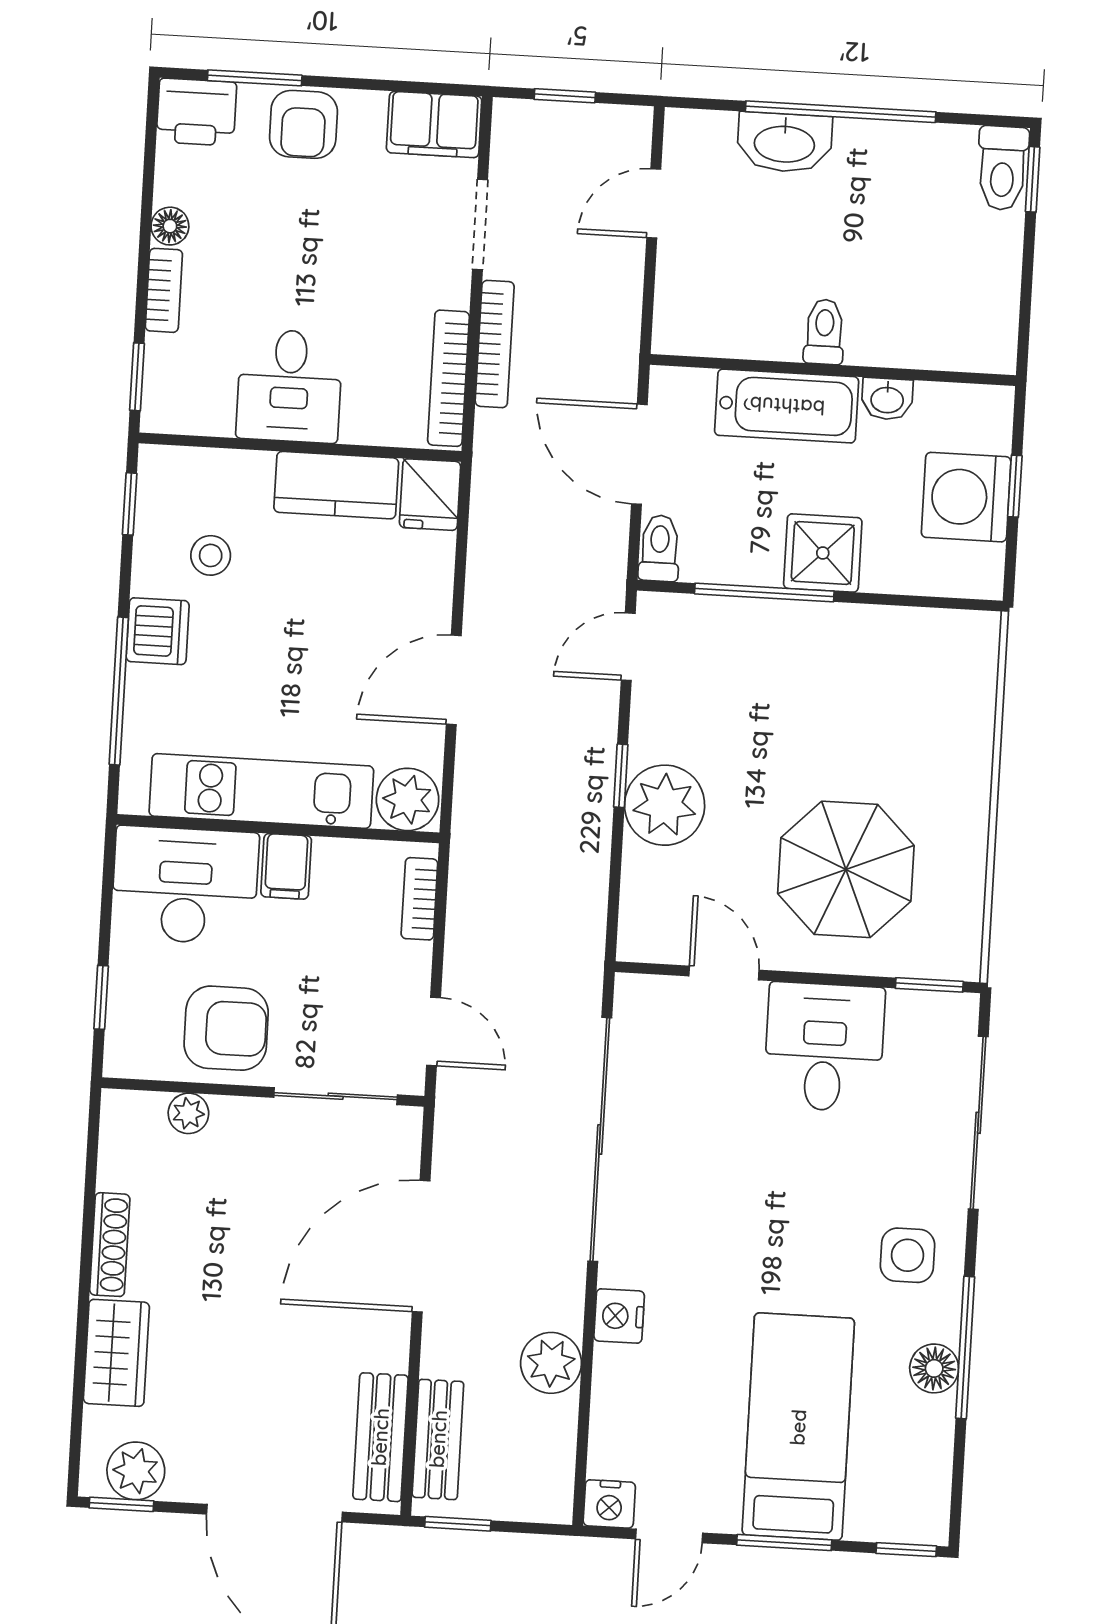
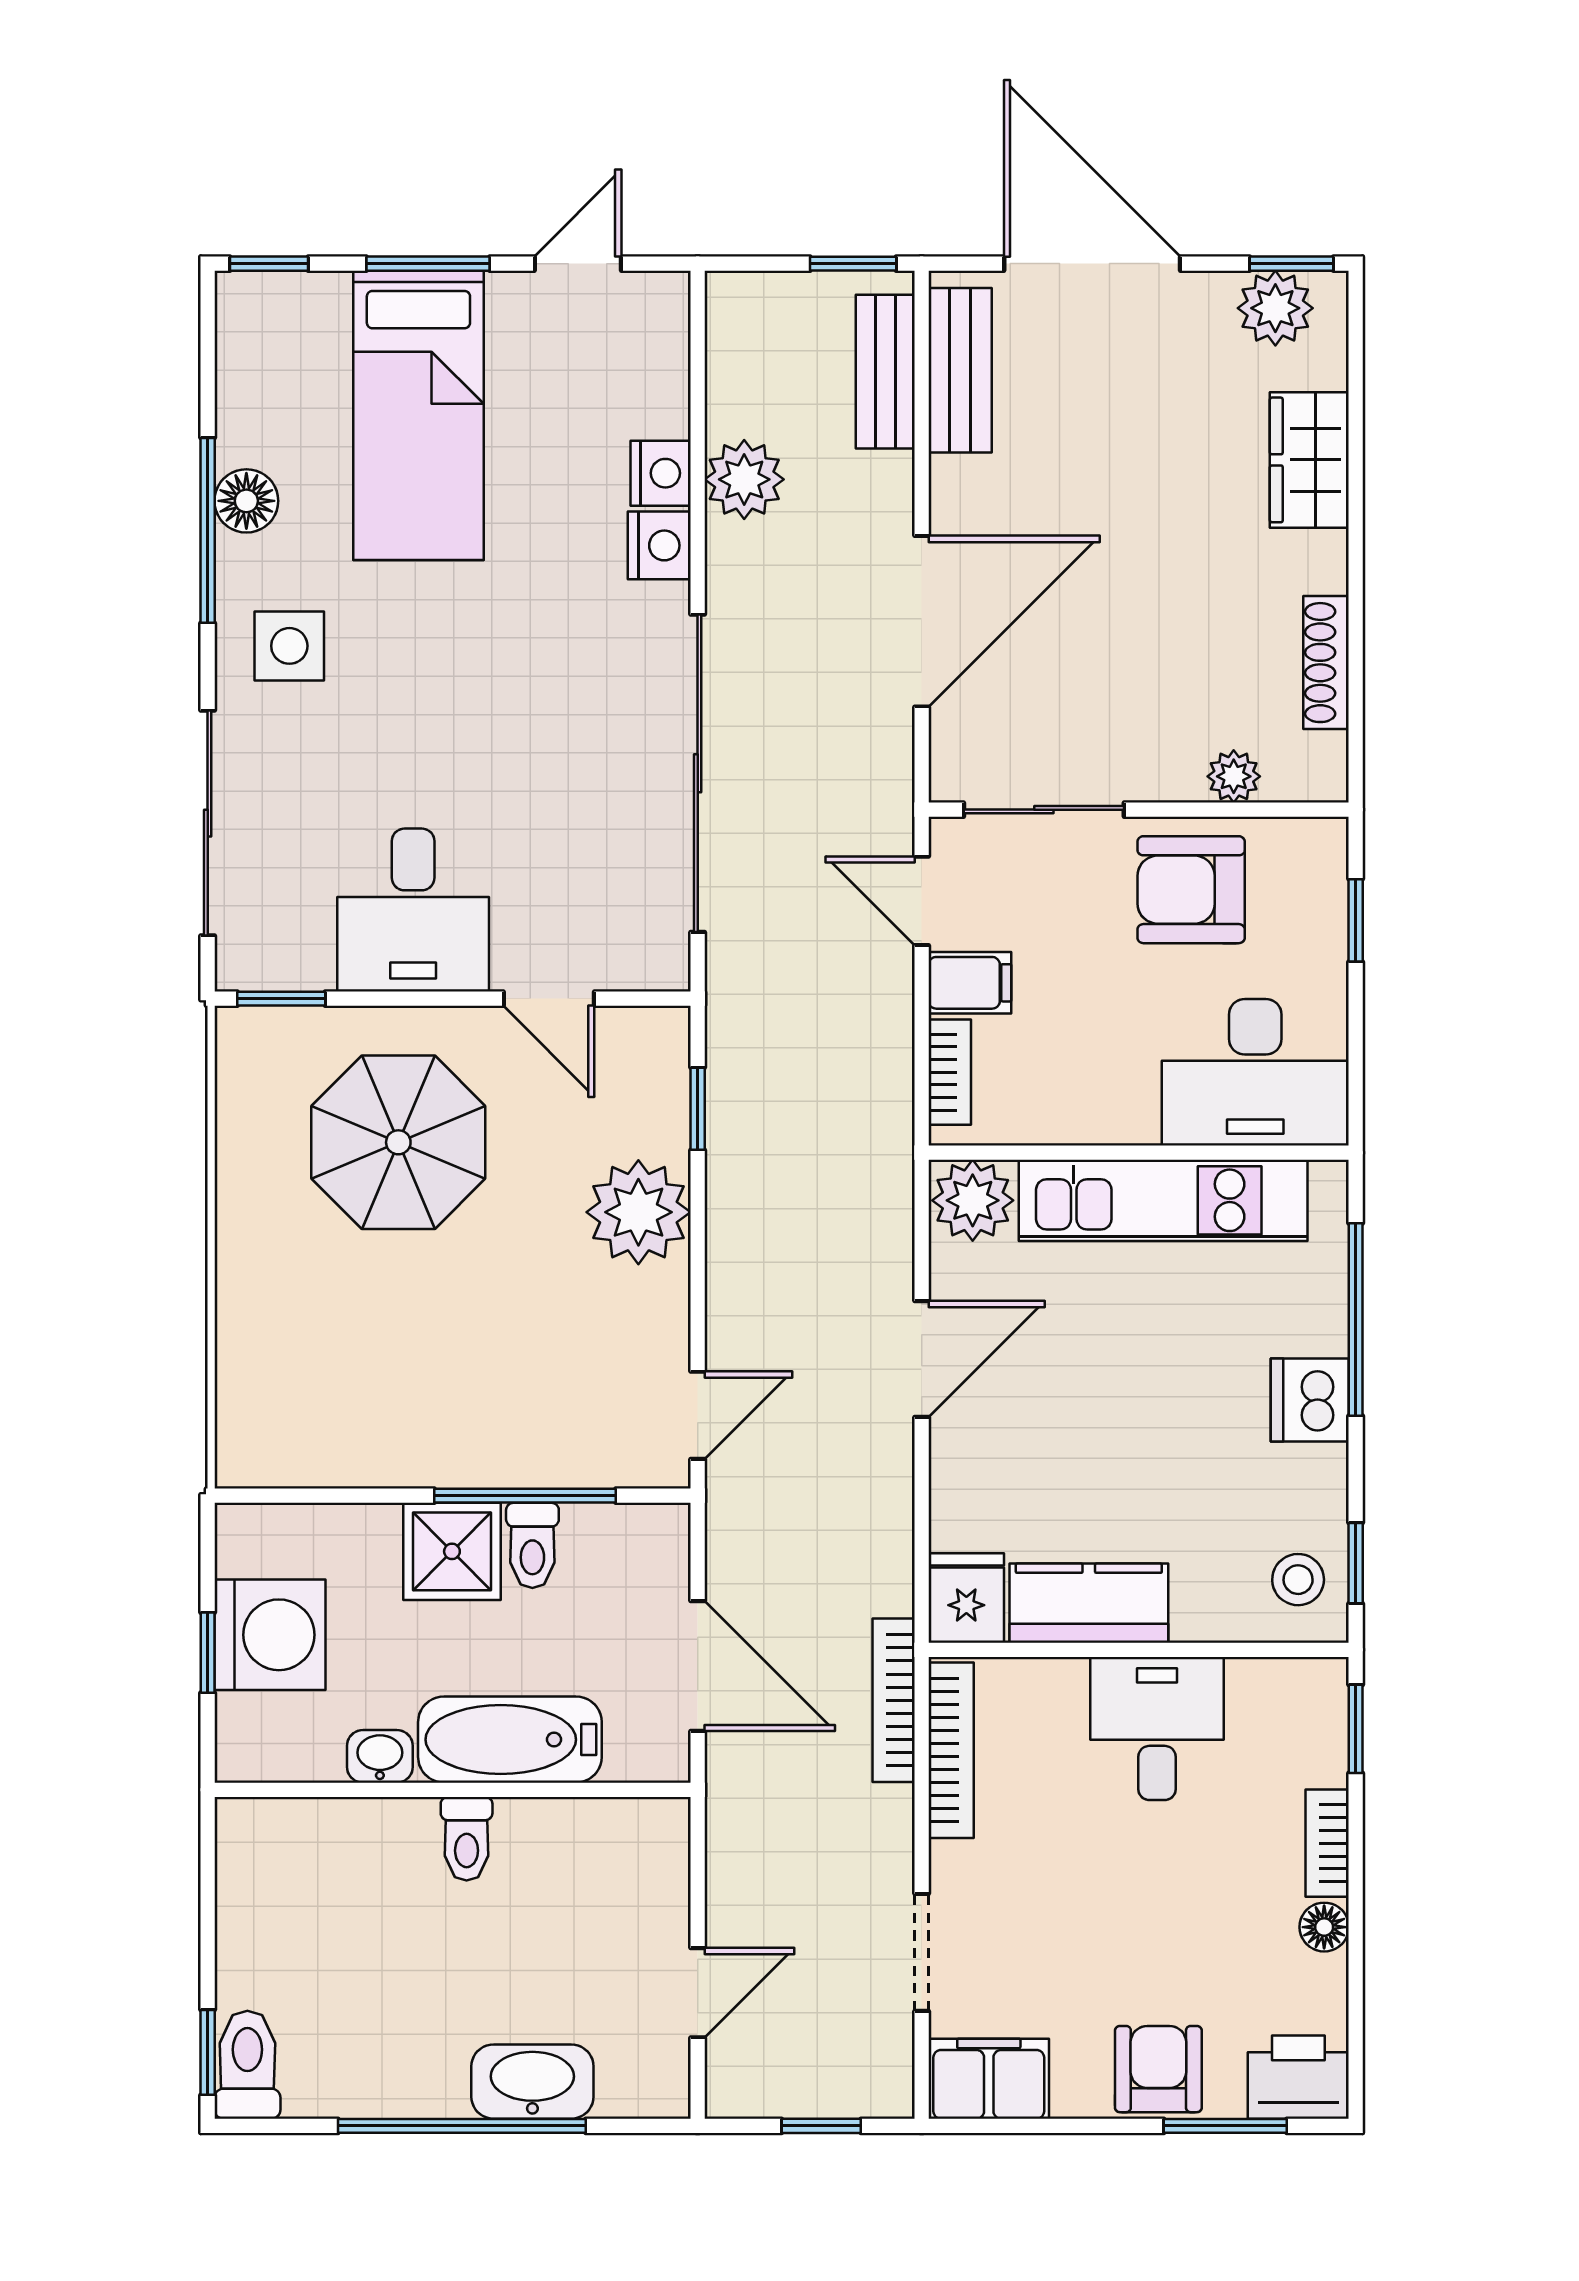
bookcase: (495, 344) -> (894, 1700), moved
toilet: (659, 548) -> (532, 1545), moved
stool: (211, 555) -> (1298, 1580), moved
window: (621, 776) -> (698, 1109), moved
filing cabinet: (286, 866) -> (970, 983), moved, turned 90
shoe rack: (110, 1245) -> (1326, 663), moved
nightstand: (609, 1504) -> (661, 473), moved, turned 90

